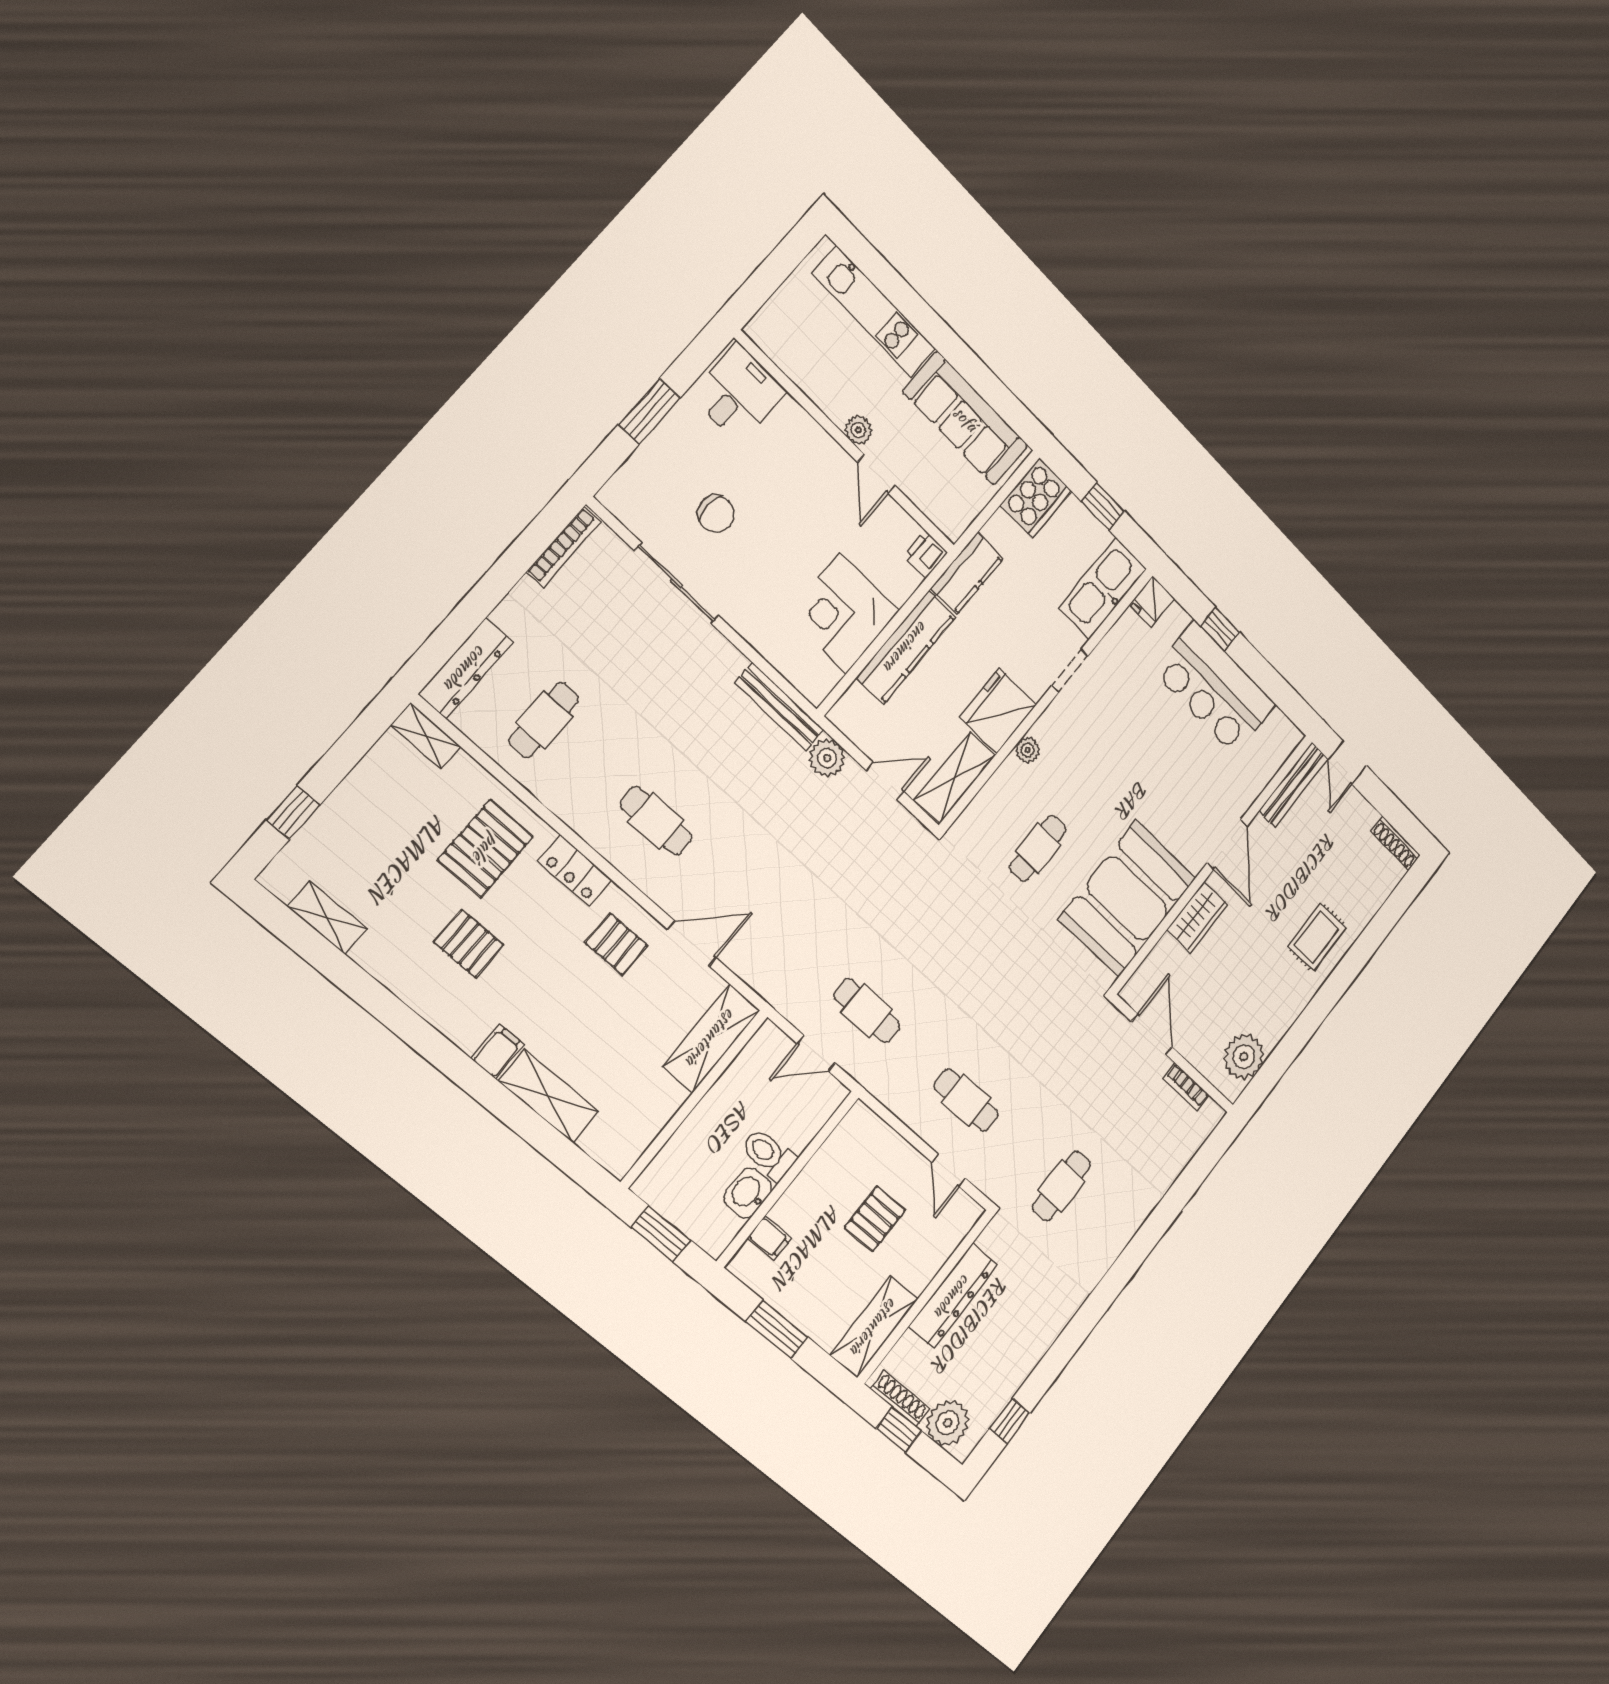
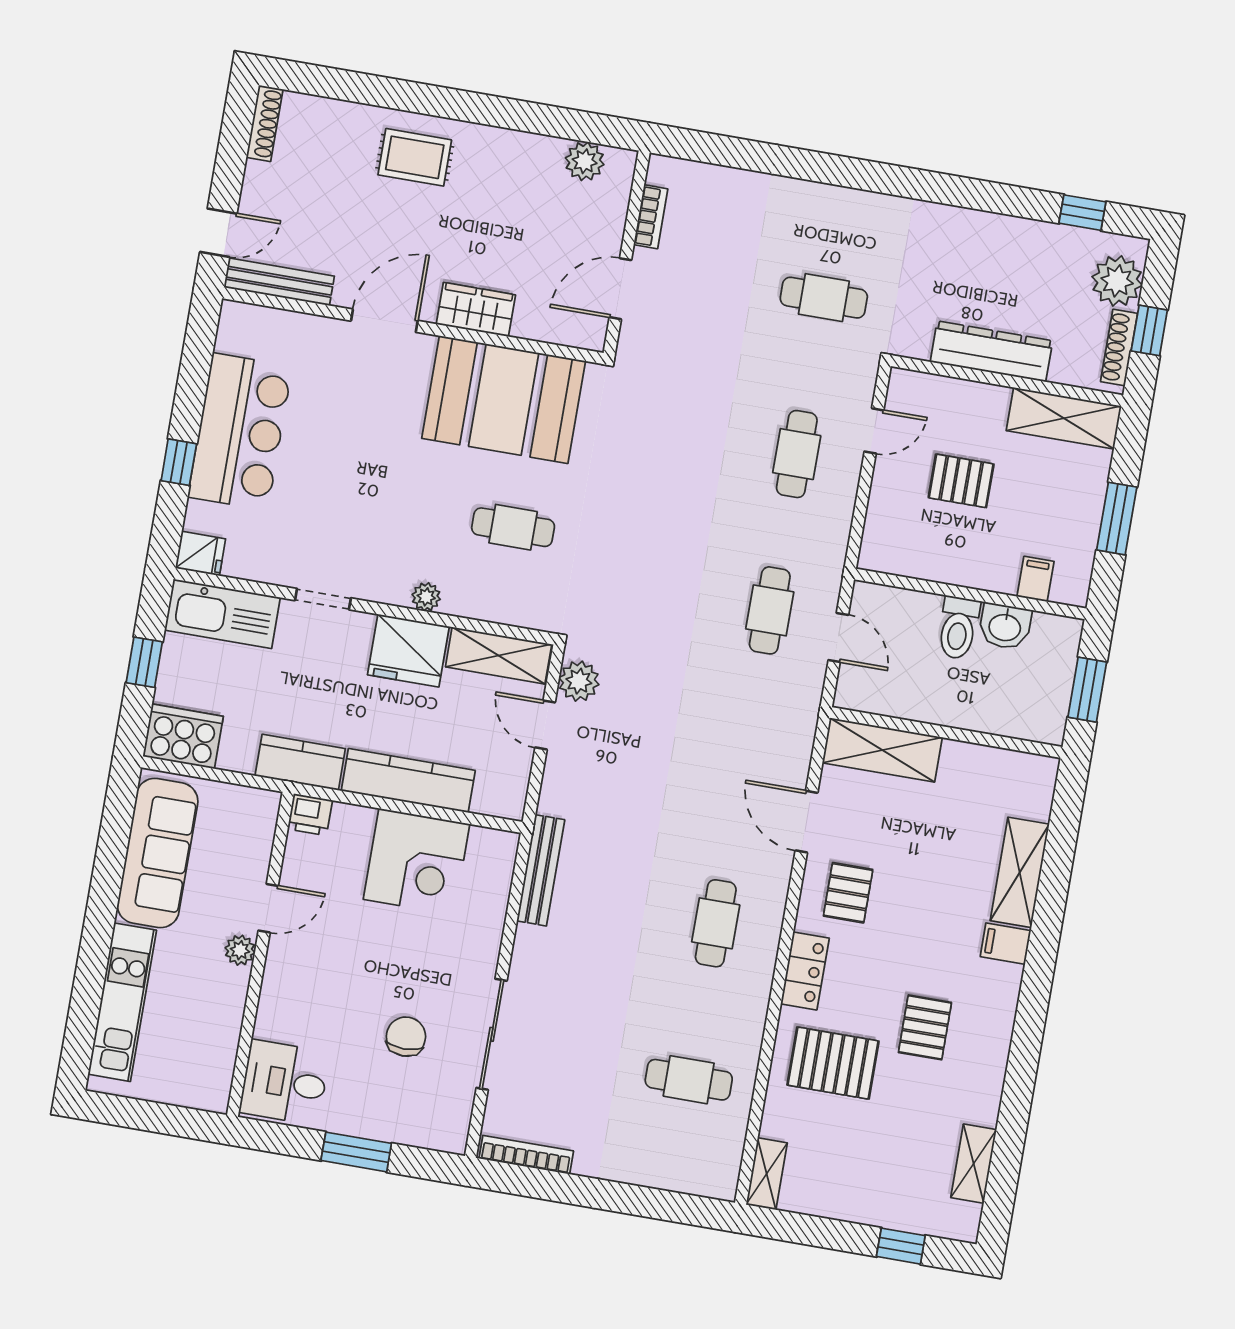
dresser: (466, 668) -> (686, 1175), removed
plant: (827, 758) -> (579, 681), moved
plant: (1244, 1057) -> (585, 161), width x0.73, depth x0.73

